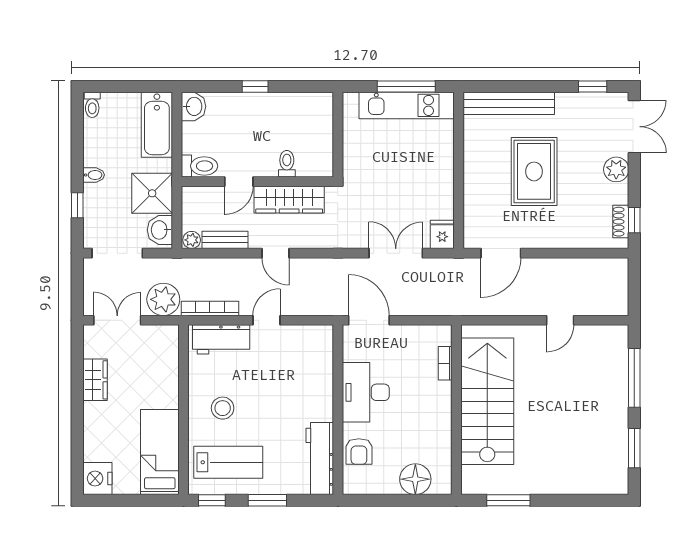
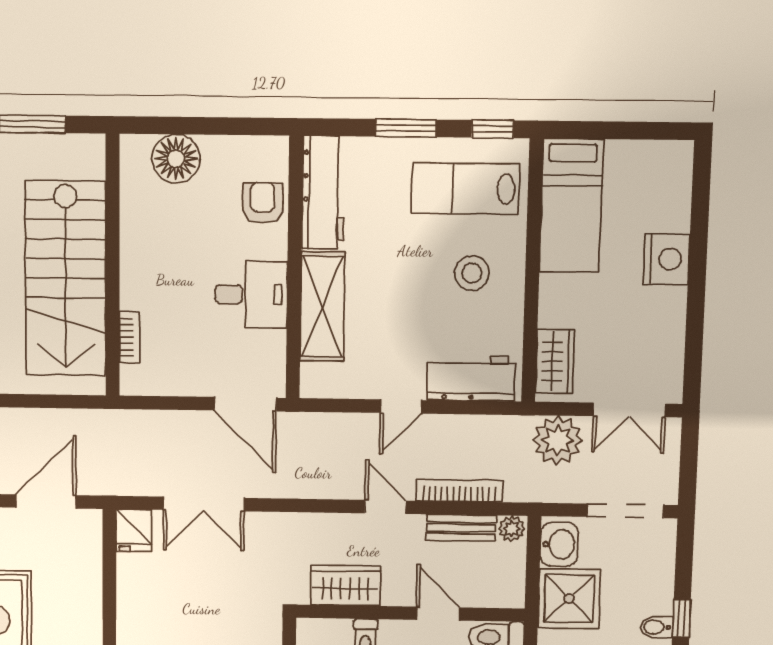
door: (239, 182) -> (438, 614), hinge flipped
wardrobe: (289, 200) -> (345, 585), width x0.67
window: (77, 205) -> (681, 618), moved
bookcase: (210, 308) -> (459, 491), moved, turned 180
wardrobe: (95, 380) -> (555, 361), moved, turned 180
shelving: (319, 385) -> (322, 307), added
desk: (366, 392) -> (251, 294), width x0.73
nightstand: (97, 479) -> (666, 259), moved

